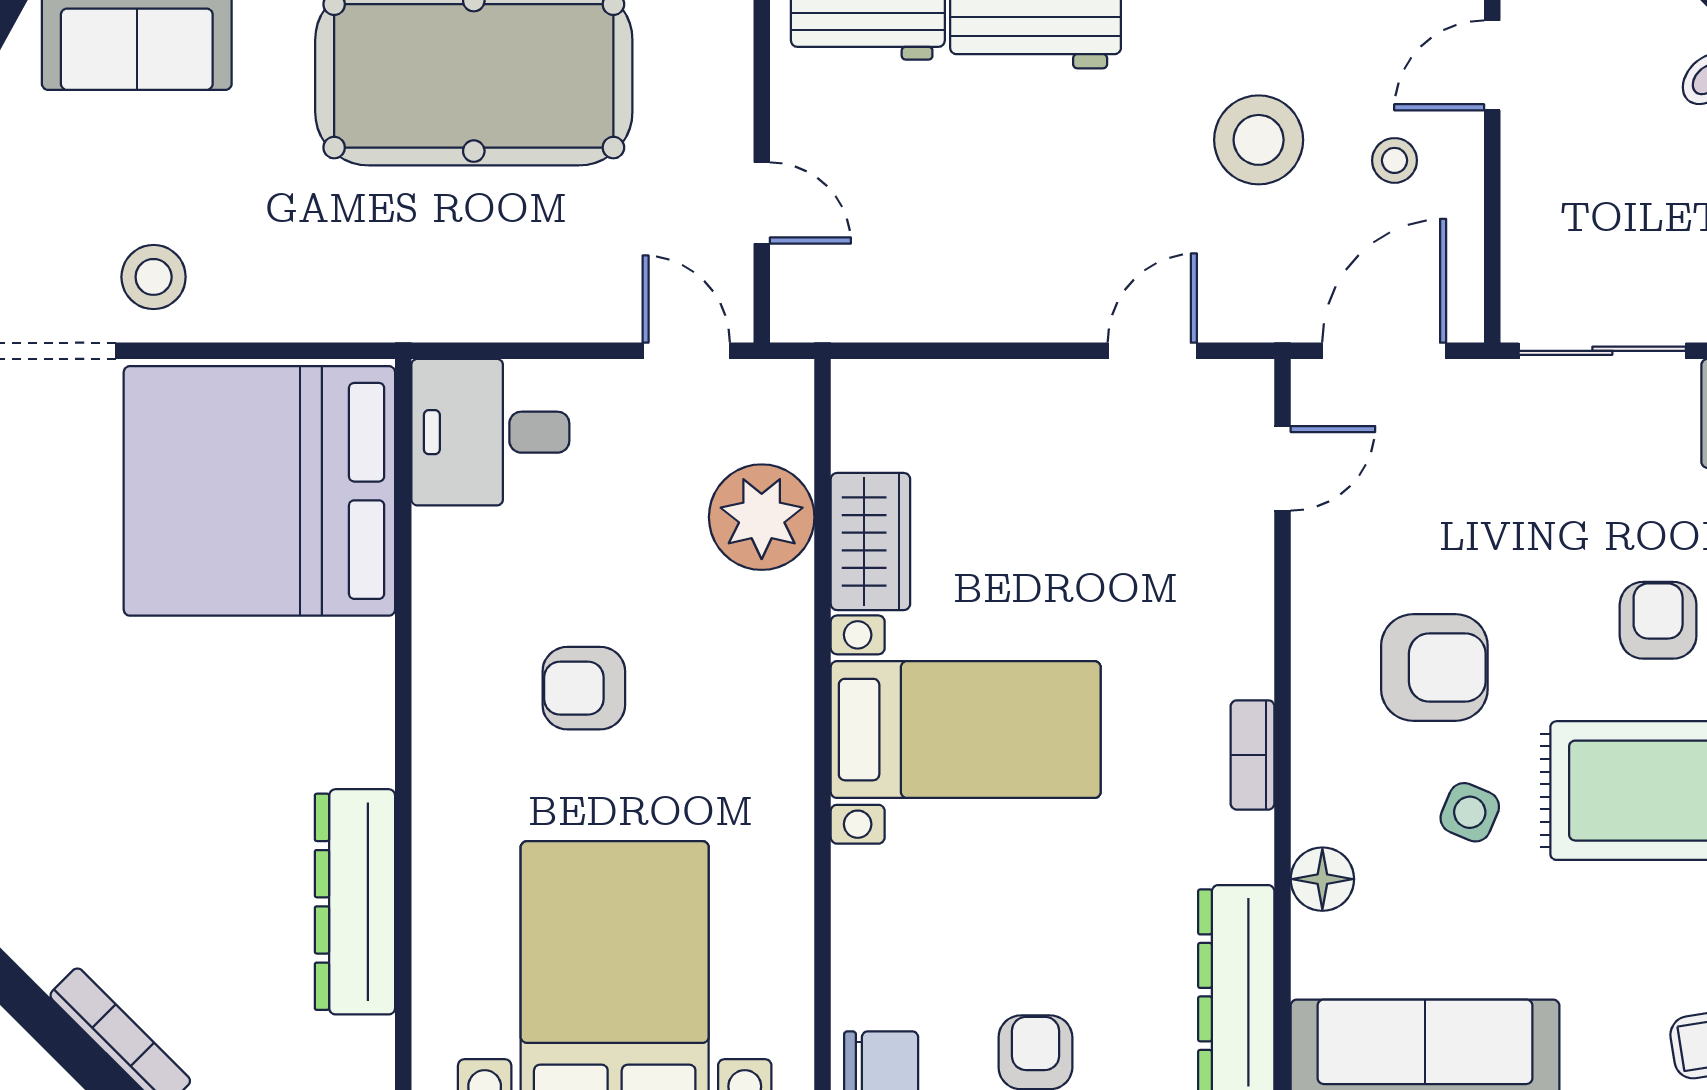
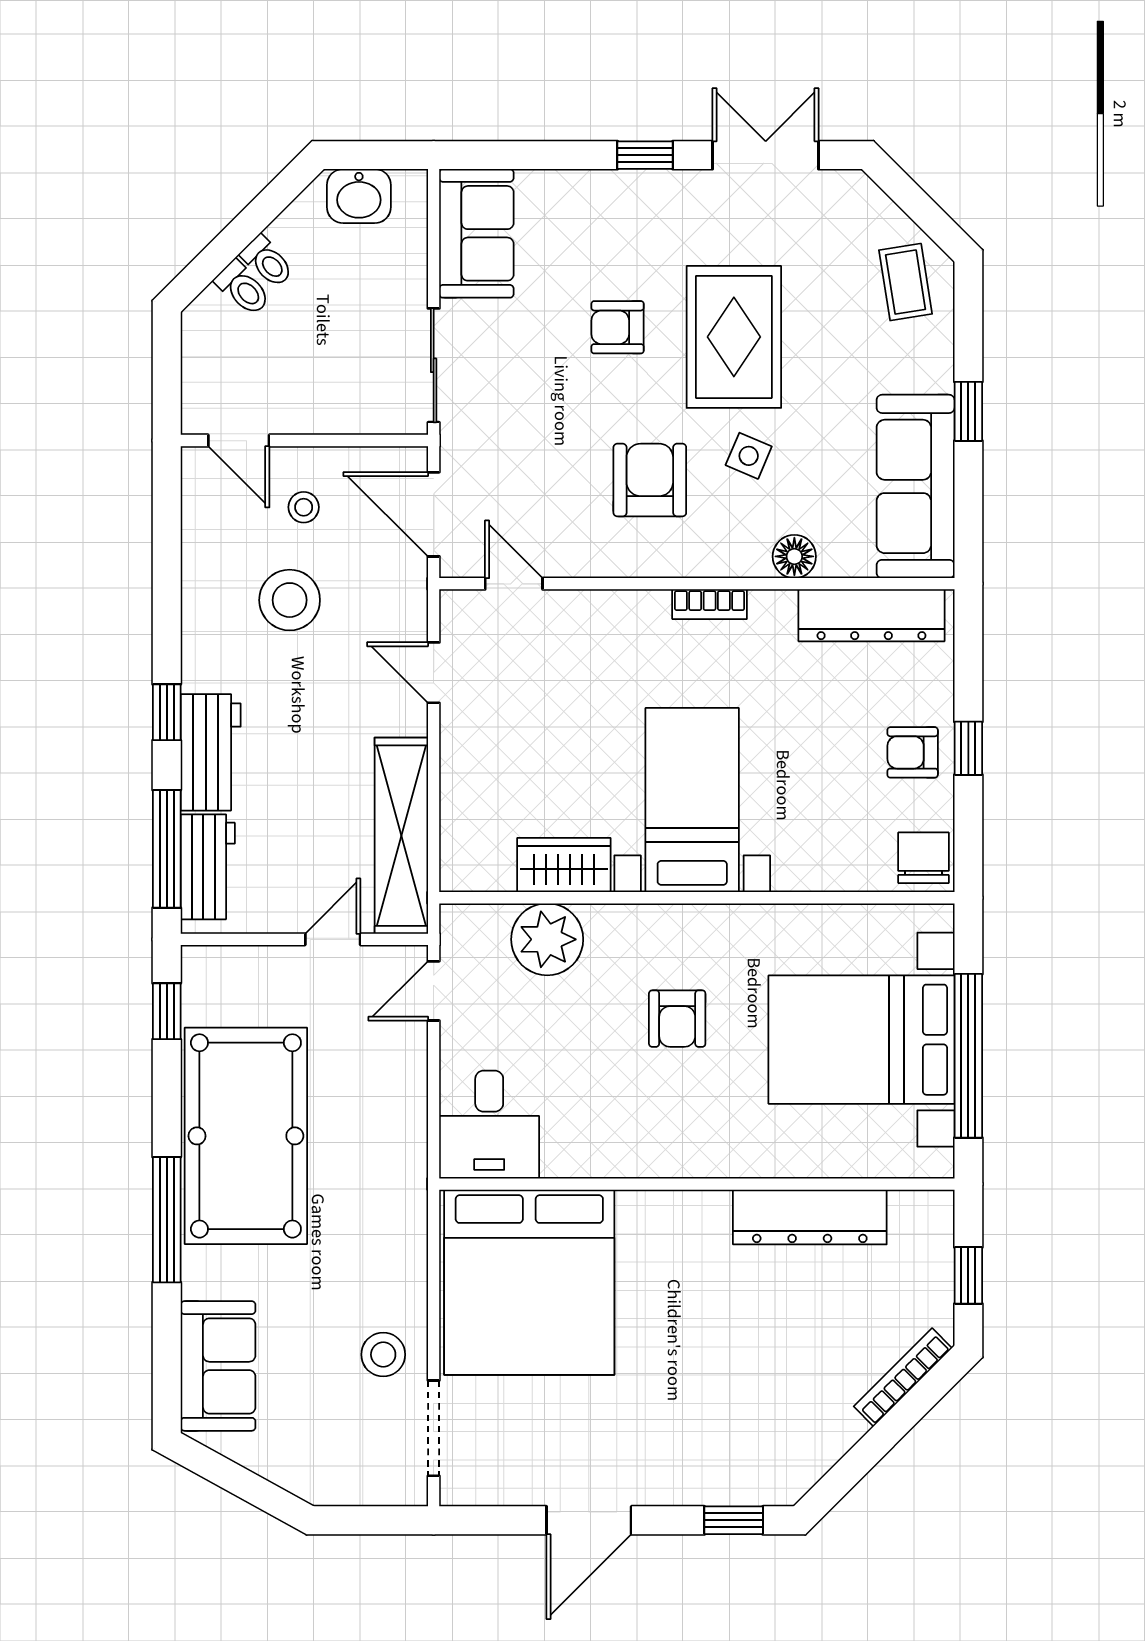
shelving: (913, 303) -> (401, 836), added
armchair: (584, 688) -> (677, 1019), moved

